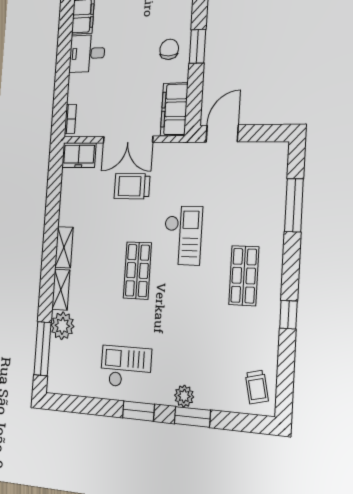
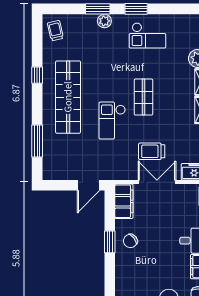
chair: (169, 49) -> (130, 241), turned 52
trolley: (132, 186) -> (152, 151), turned 180
shop shelf: (244, 276) -> (68, 97), width x2.00, depth x1.36

